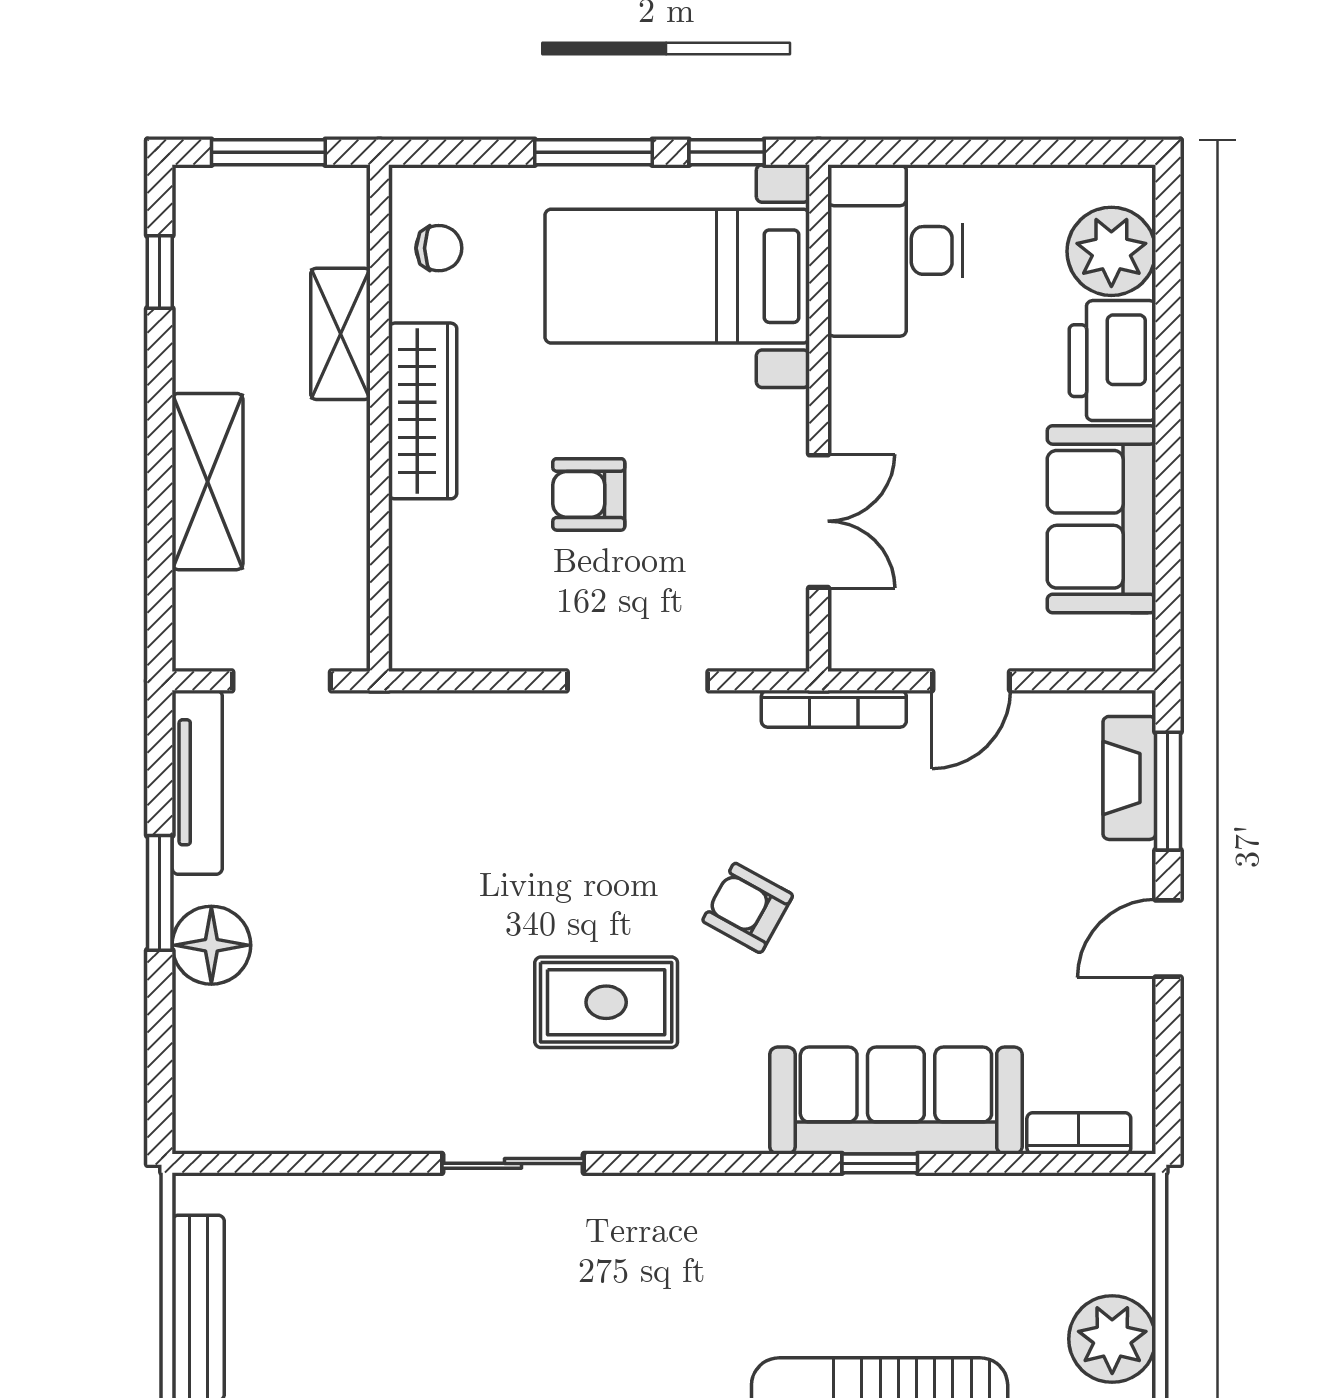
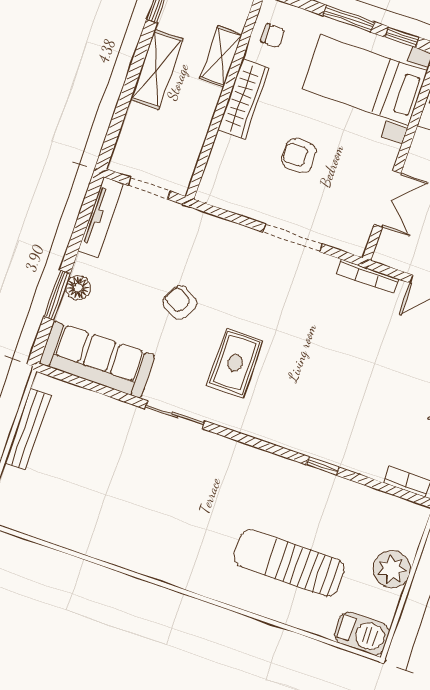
shelving: (208, 482) -> (157, 69), moved
window: (160, 893) -> (57, 295), moved
armchair: (748, 908) -> (180, 302), moved
floor lamp: (211, 945) -> (78, 288), width x0.73, depth x0.73
rug: (606, 1002) -> (235, 363), turned 90
sofa: (896, 1101) -> (97, 360), moved

